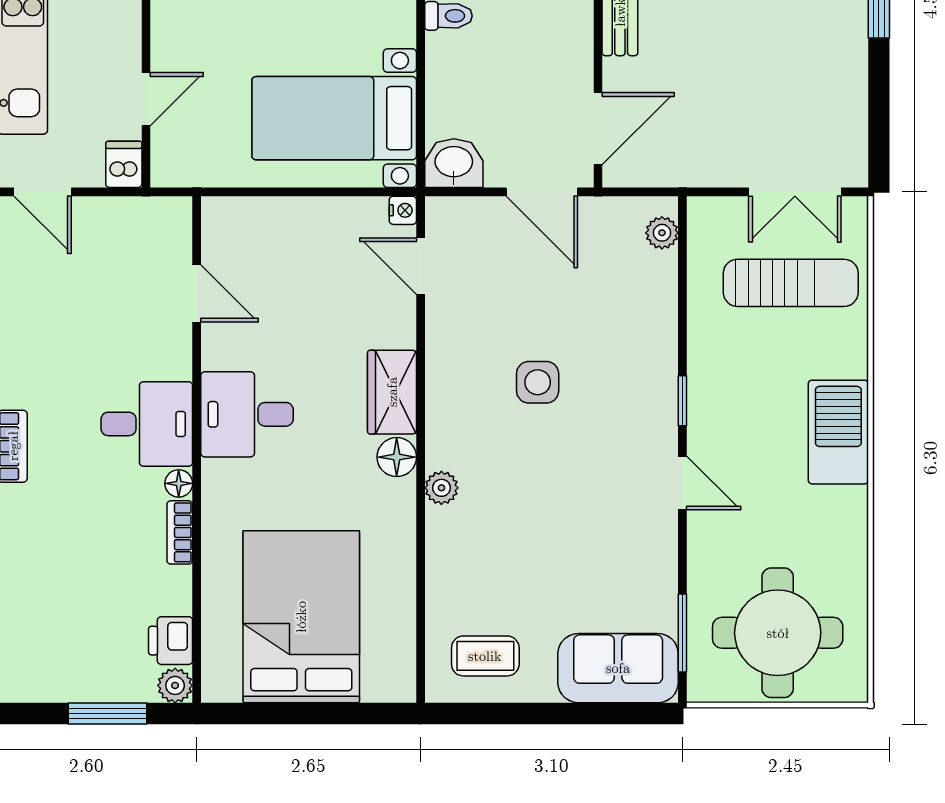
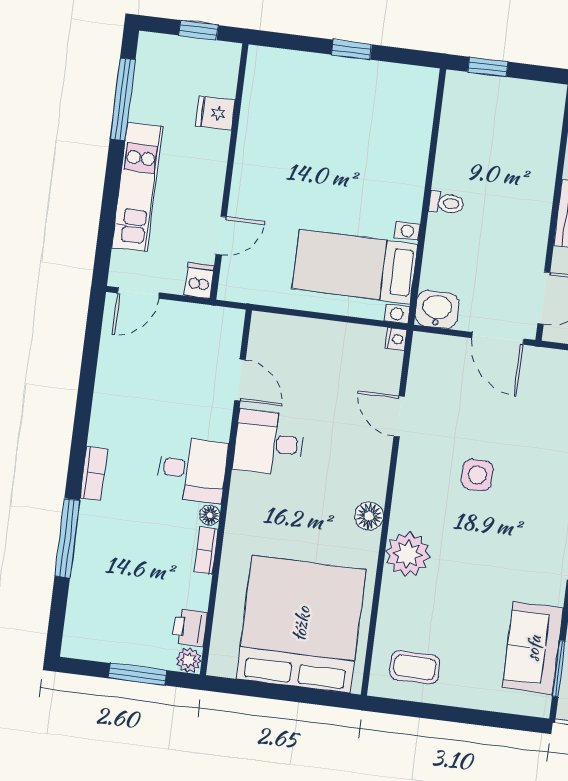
door: (43, 192) -> (138, 293), hinge flipped
door: (421, 266) -> (399, 416), moved
wardrobe: (392, 392) -> (372, 469), removed
desk: (247, 414) -> (269, 443), moved
plant: (441, 488) -> (408, 554), width x1.88, depth x1.88
bed: (301, 617) -> (301, 624), width x1.36
sofa: (618, 668) -> (533, 648), moved, turned -90

